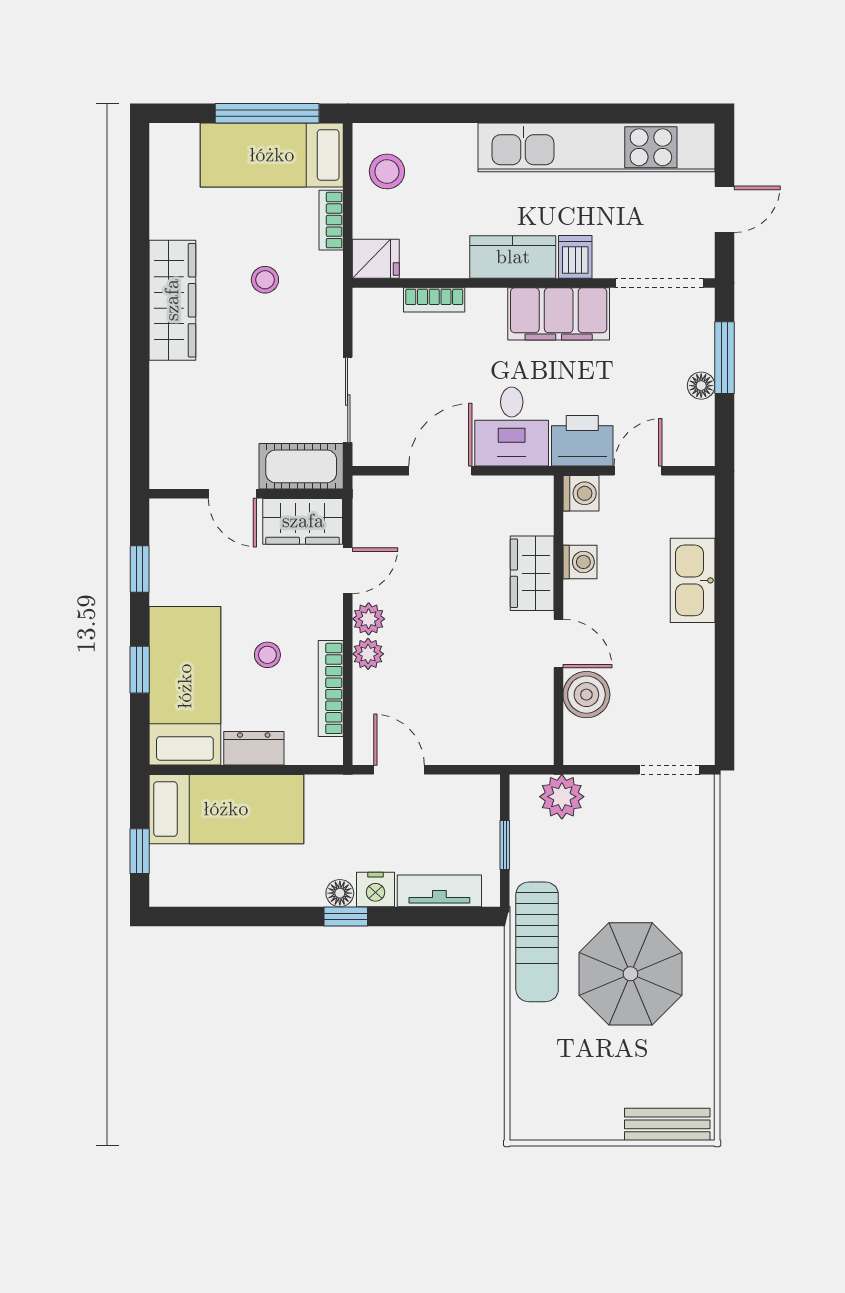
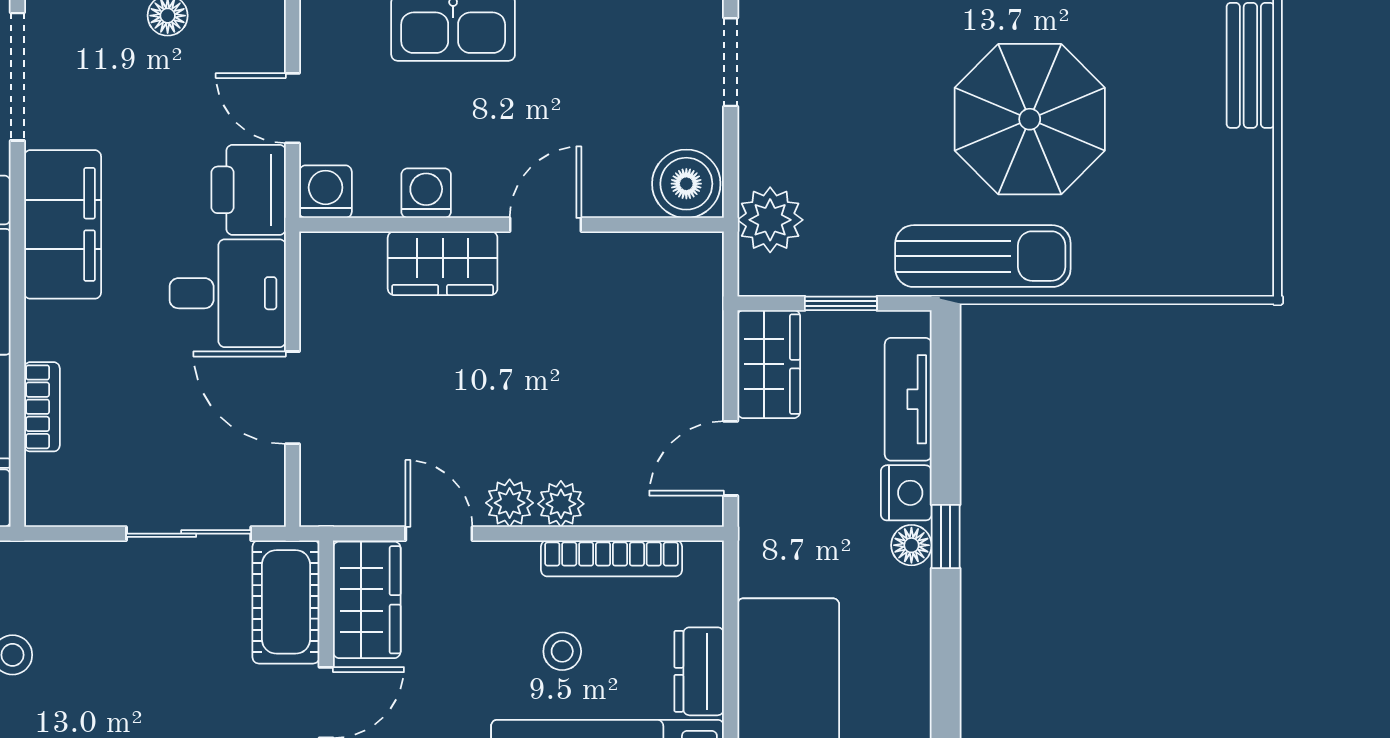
boiler: (586, 695) -> (686, 184), moved
wardrobe: (463, 796) -> (769, 364), added

